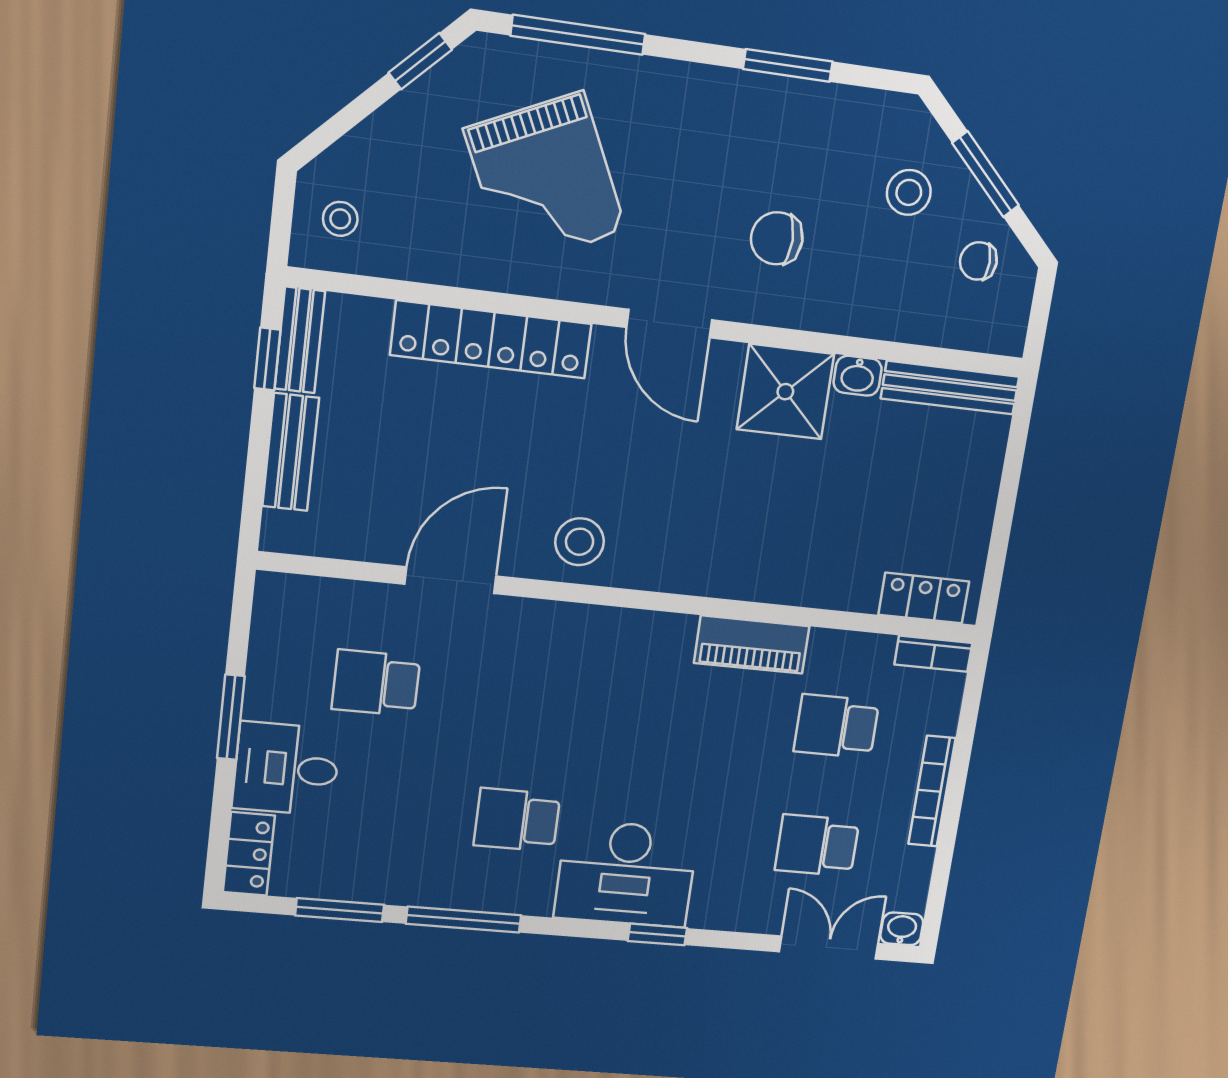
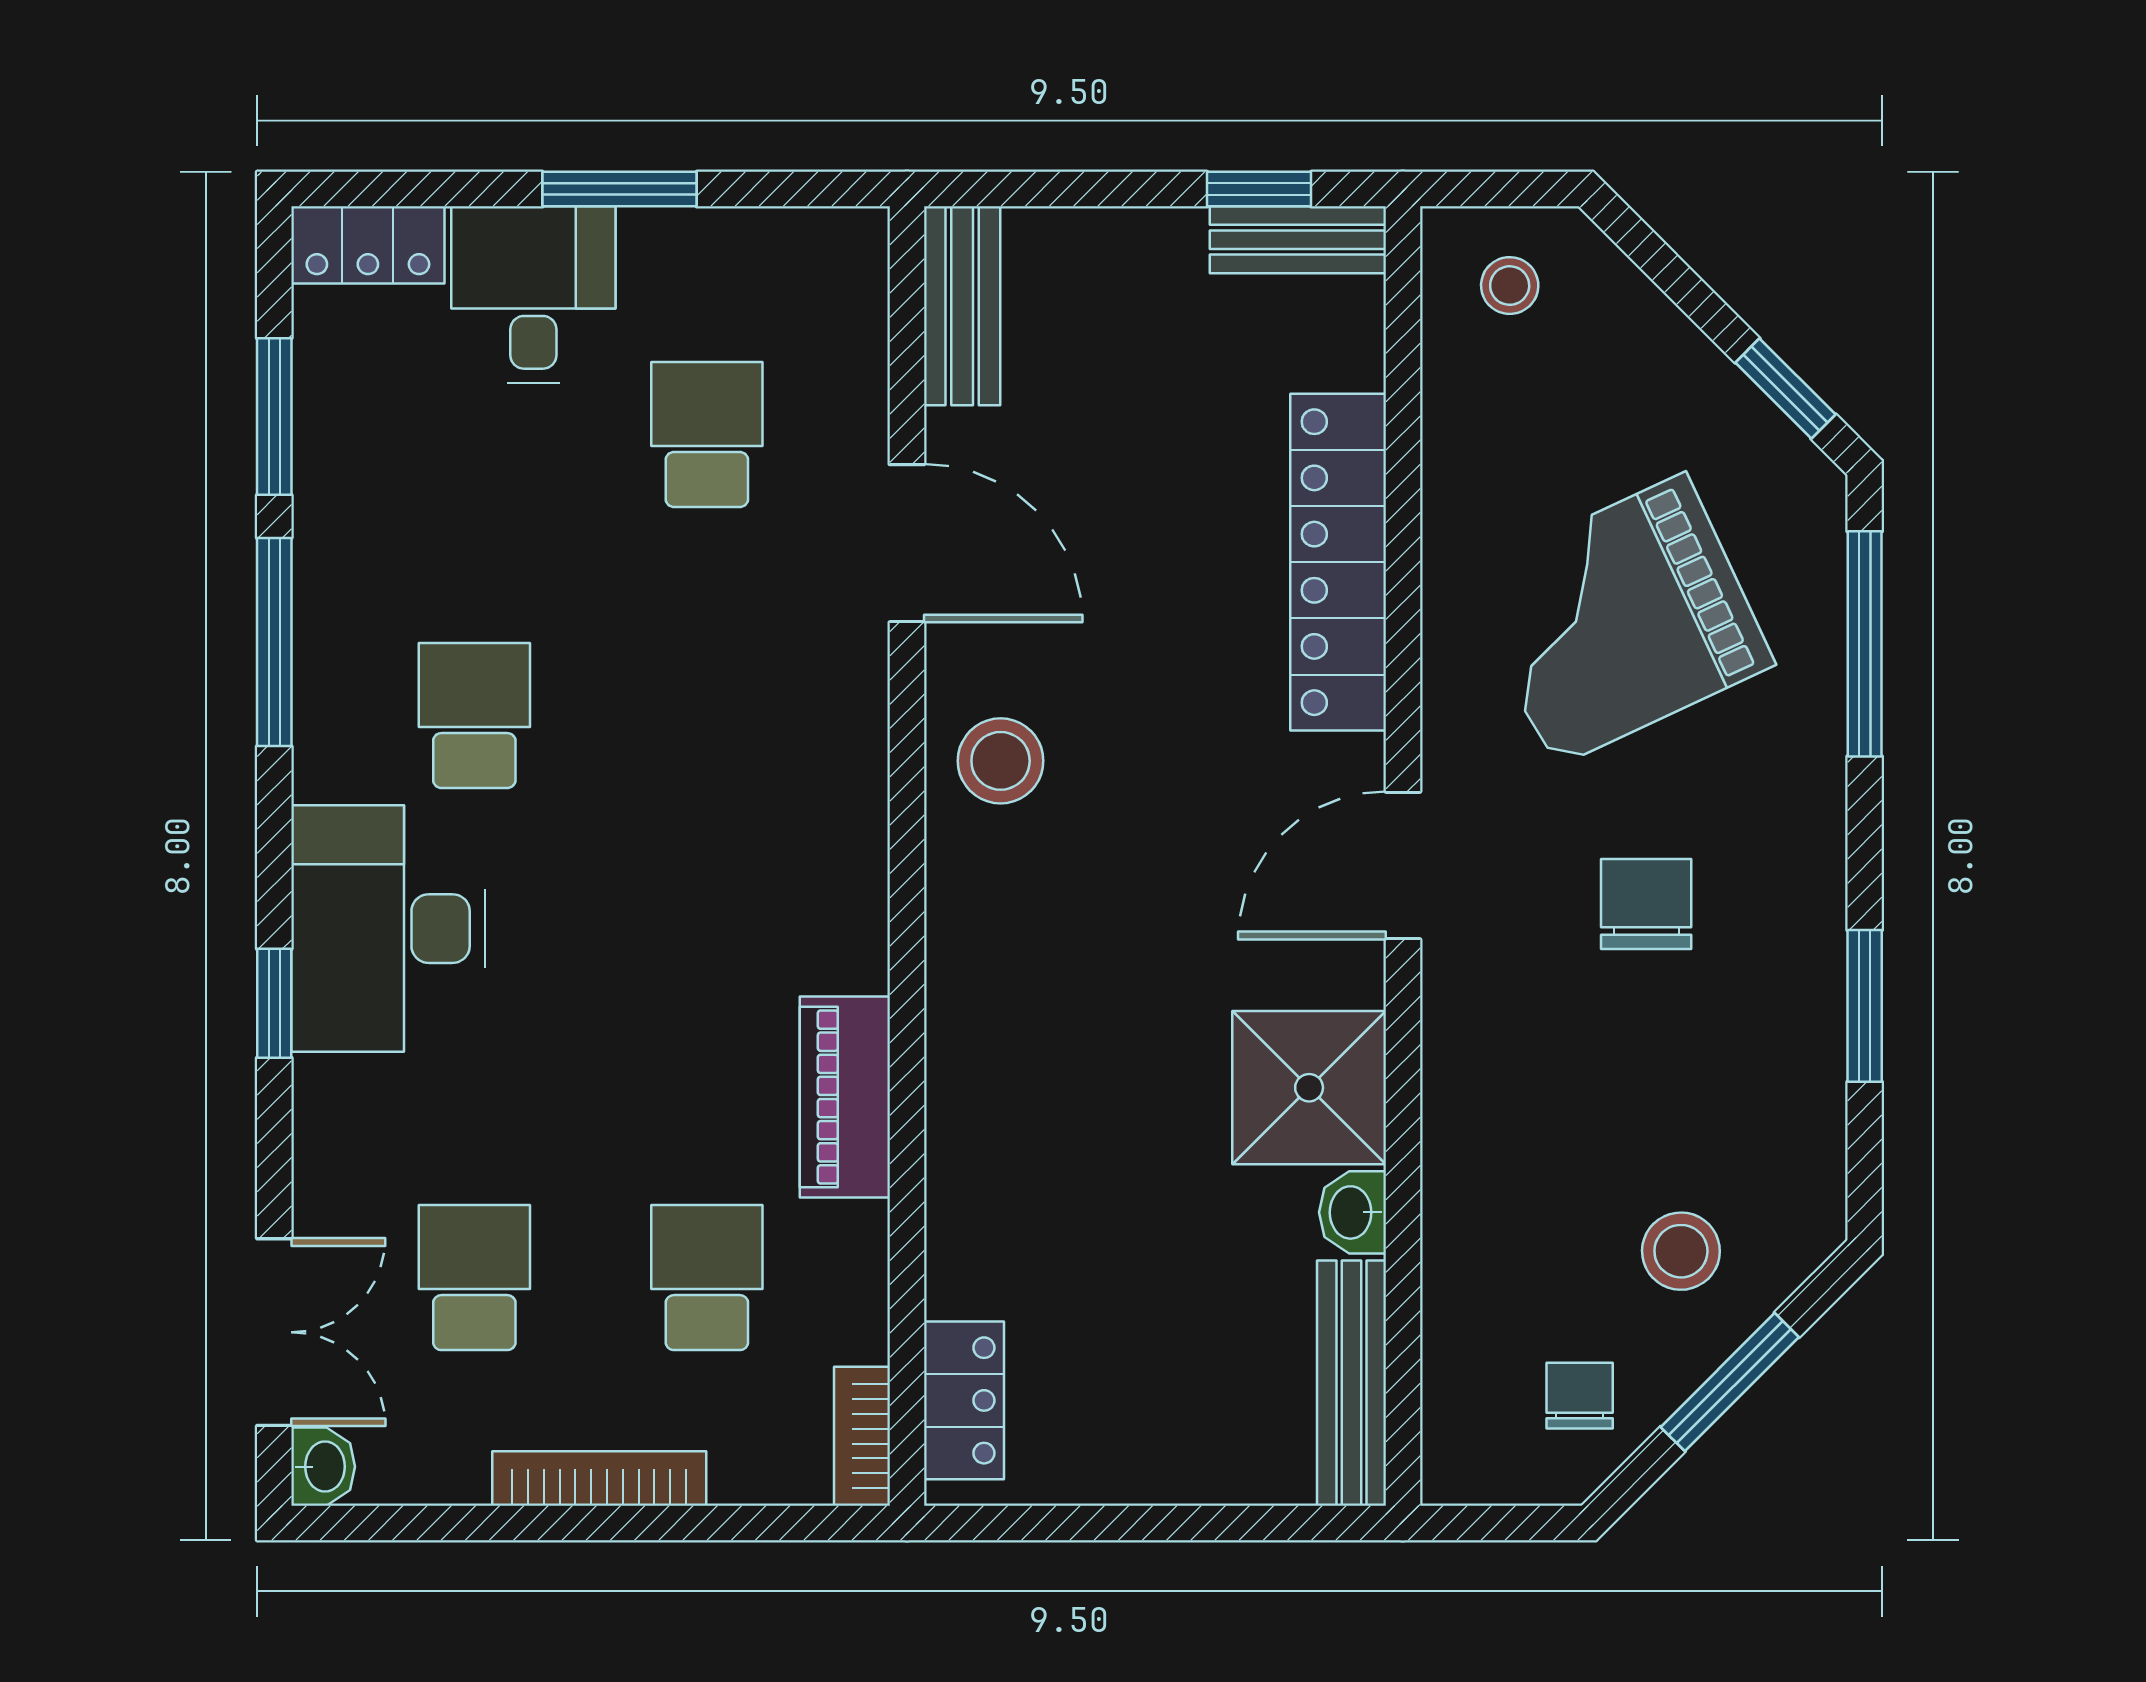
chair: (777, 238) -> (1646, 904), moved
bench: (291, 452) -> (962, 306), moved, turned 90

